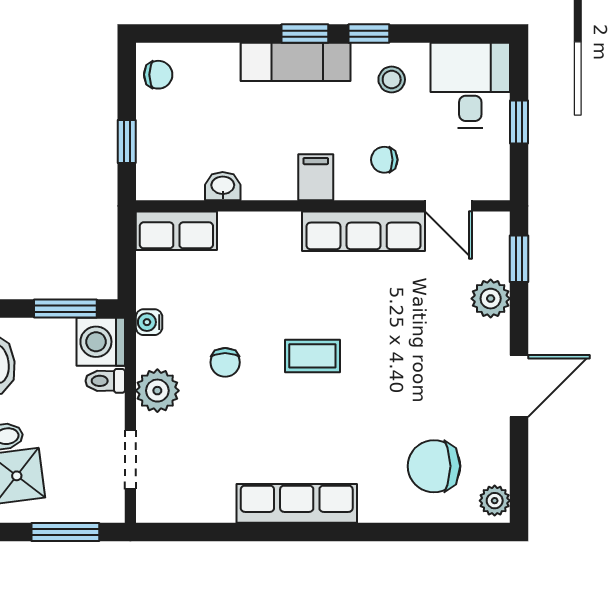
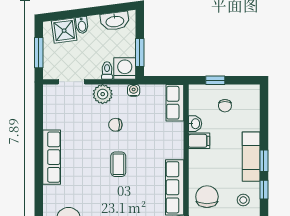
chair: (158, 75) -> (225, 106), moved
chair: (384, 160) -> (207, 197), width x1.87, depth x1.87
filing cabinet: (316, 177) -> (199, 141), moved

